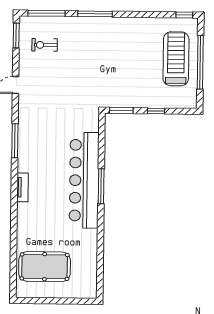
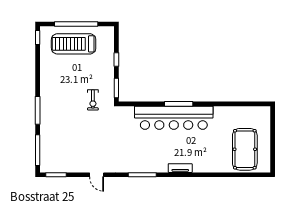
exercise bike: (45, 45) -> (93, 100), moved

